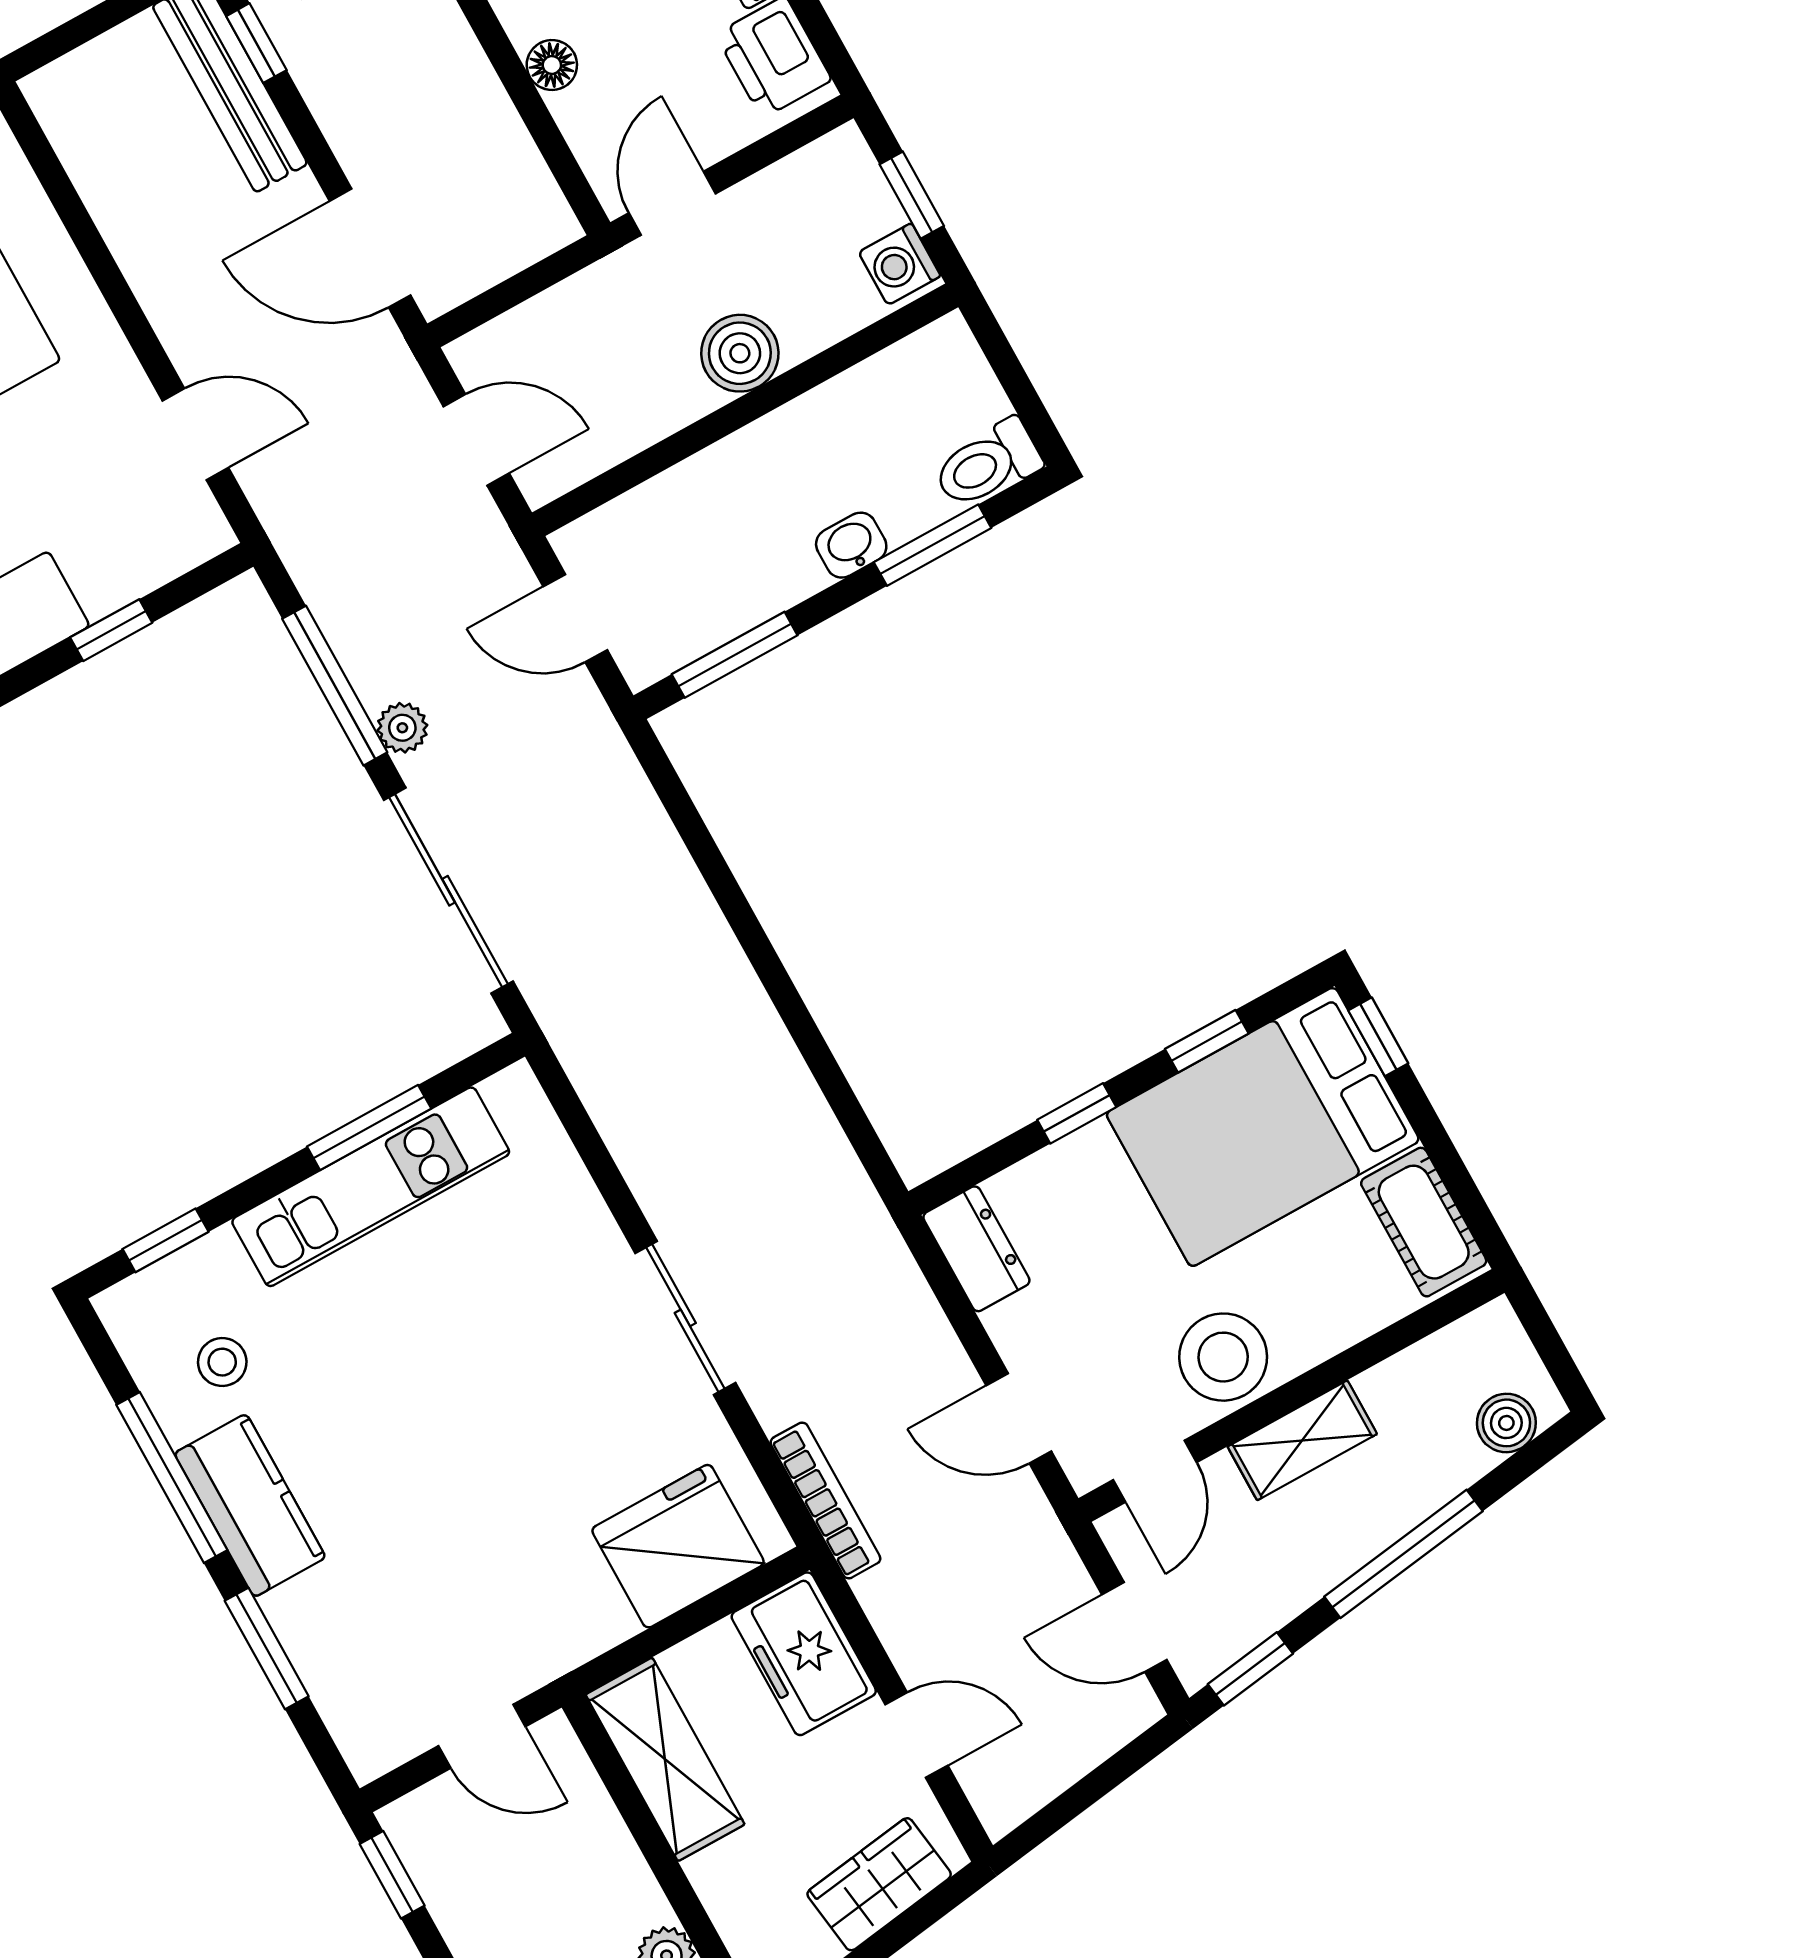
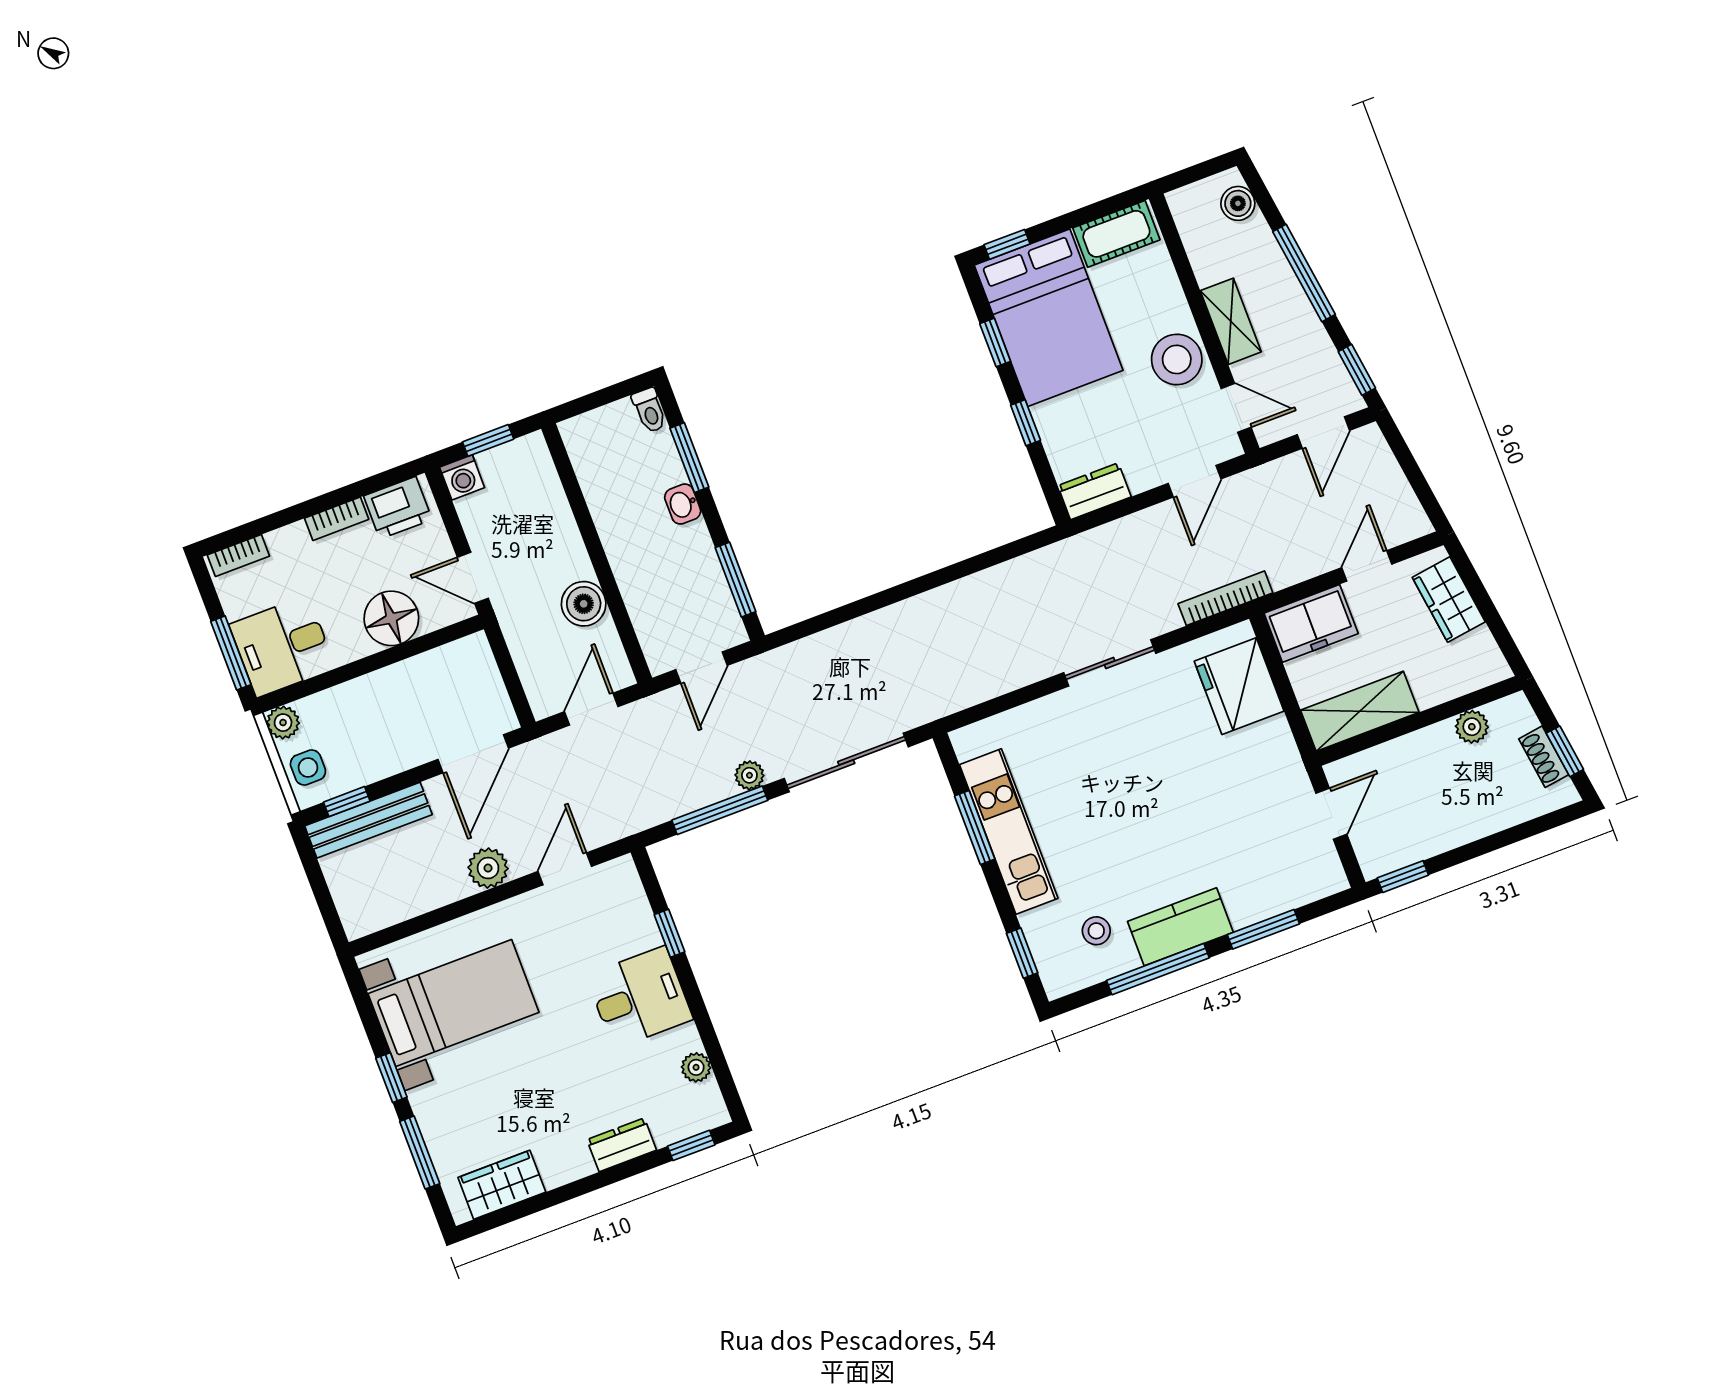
floor lamp: (552, 65) -> (391, 618), width x1.89, depth x1.89
washing machine: (900, 264) -> (462, 477), moved
plant: (178, 302) -> (488, 868), added
boiler: (740, 353) -> (584, 604), moved
toilet: (987, 464) -> (649, 410), width x0.73, depth x0.72

